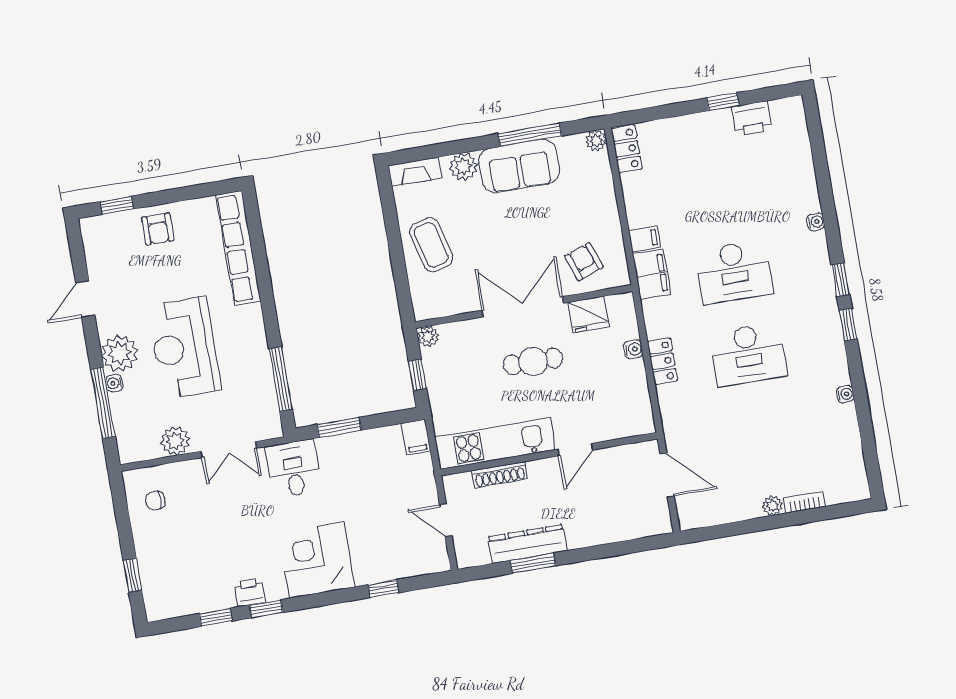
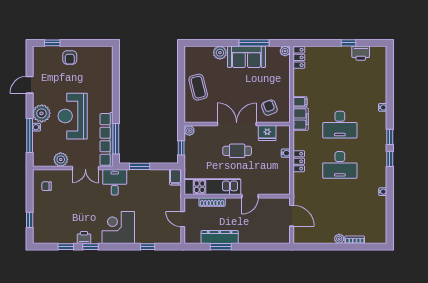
fireplace: (415, 172) -> (196, 51), removed
row of seats: (238, 248) -> (106, 139), moved

